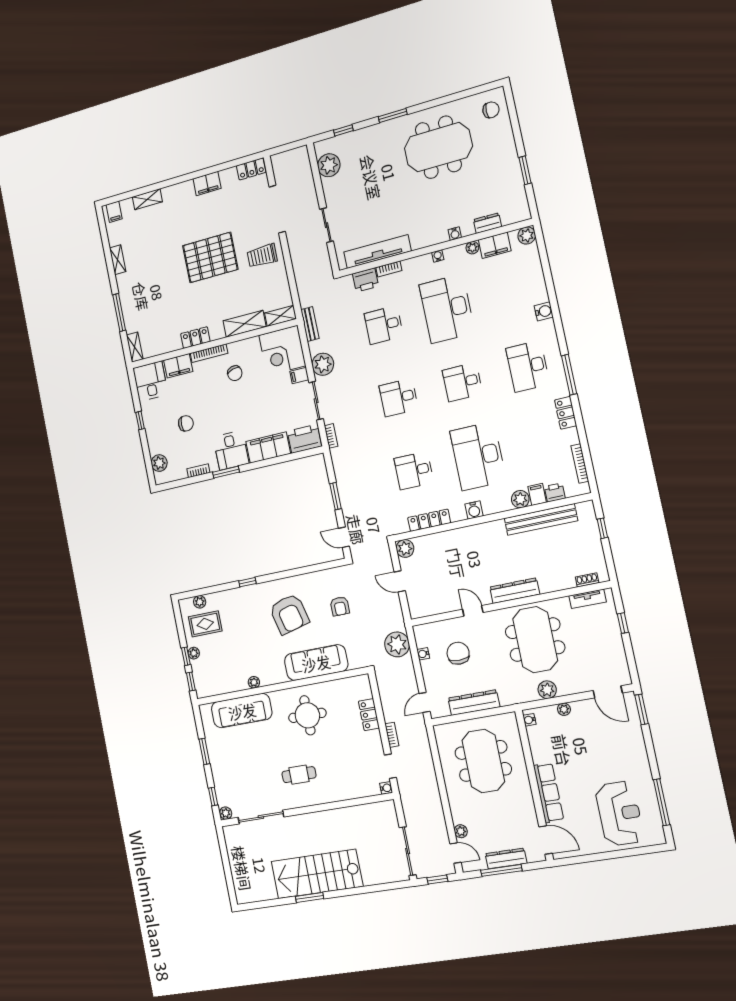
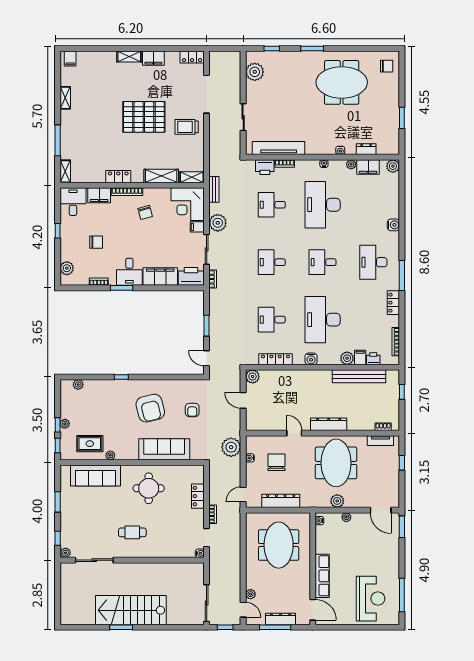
shelving: (147, 199) -> (129, 57), moved
rug: (205, 624) -> (90, 444), moved

